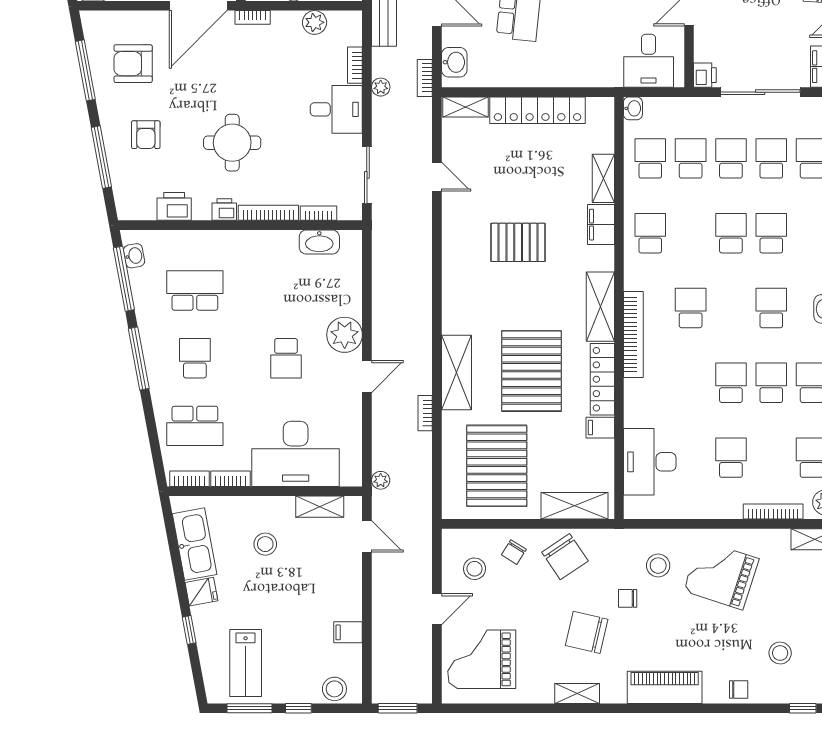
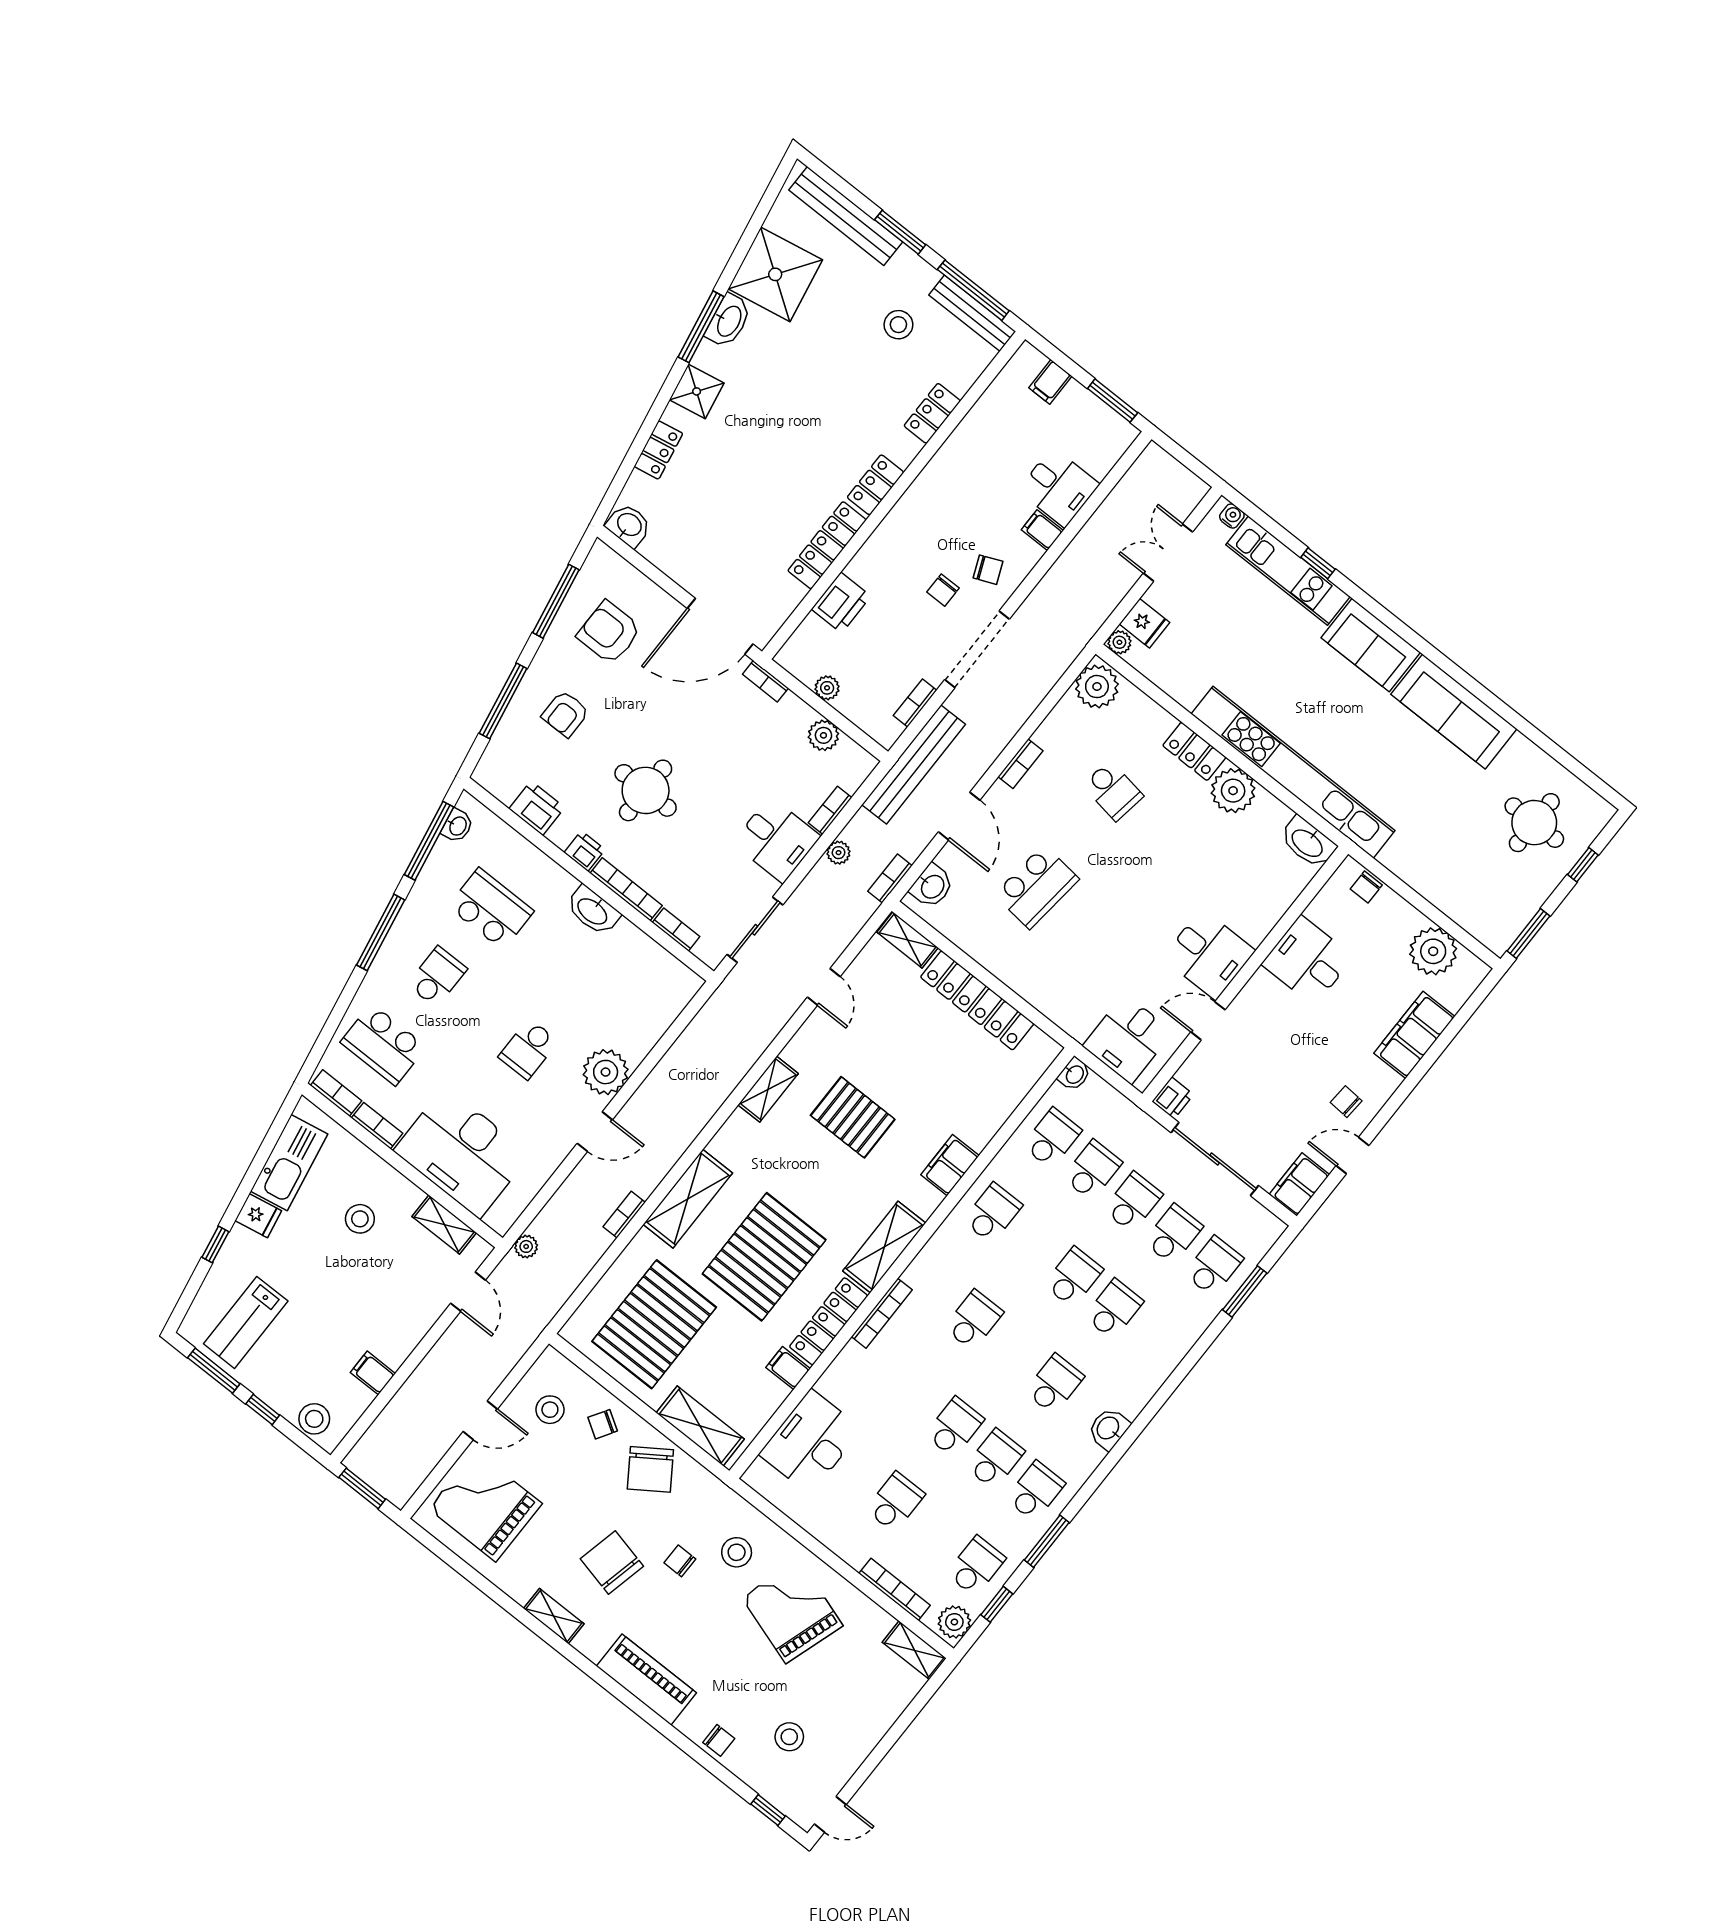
shelving: (603, 178) -> (768, 1089), moved
washbasin: (319, 242) -> (593, 911), moved
bookcase: (633, 334) -> (882, 1313), width x0.68, depth x0.76

